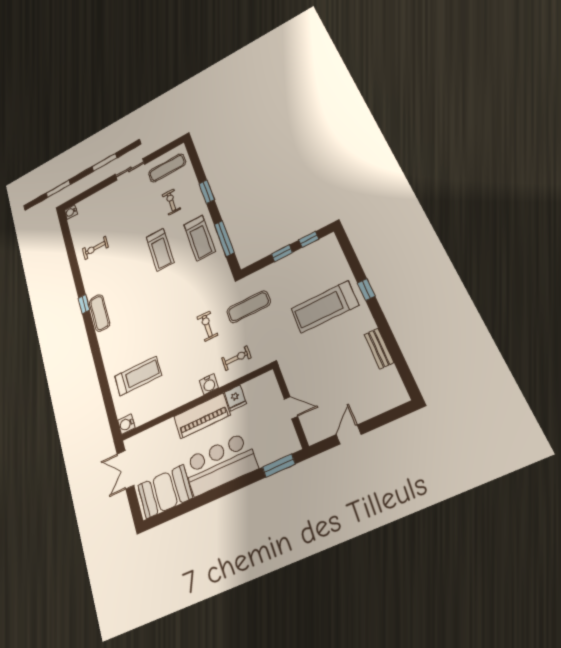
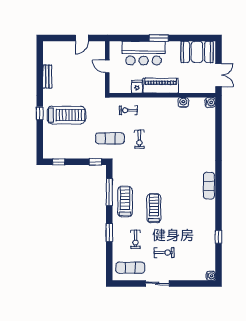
exercise bike: (95, 248) -> (164, 253), moved
window: (282, 253) -> (96, 162), moved
window: (84, 304) -> (219, 237), moved
treadmill: (138, 376) -> (194, 129), removed
water cooler: (209, 384) -> (183, 102), moved
bar counter: (220, 464) -> (144, 53), moved
window: (279, 466) -> (159, 38), moved

